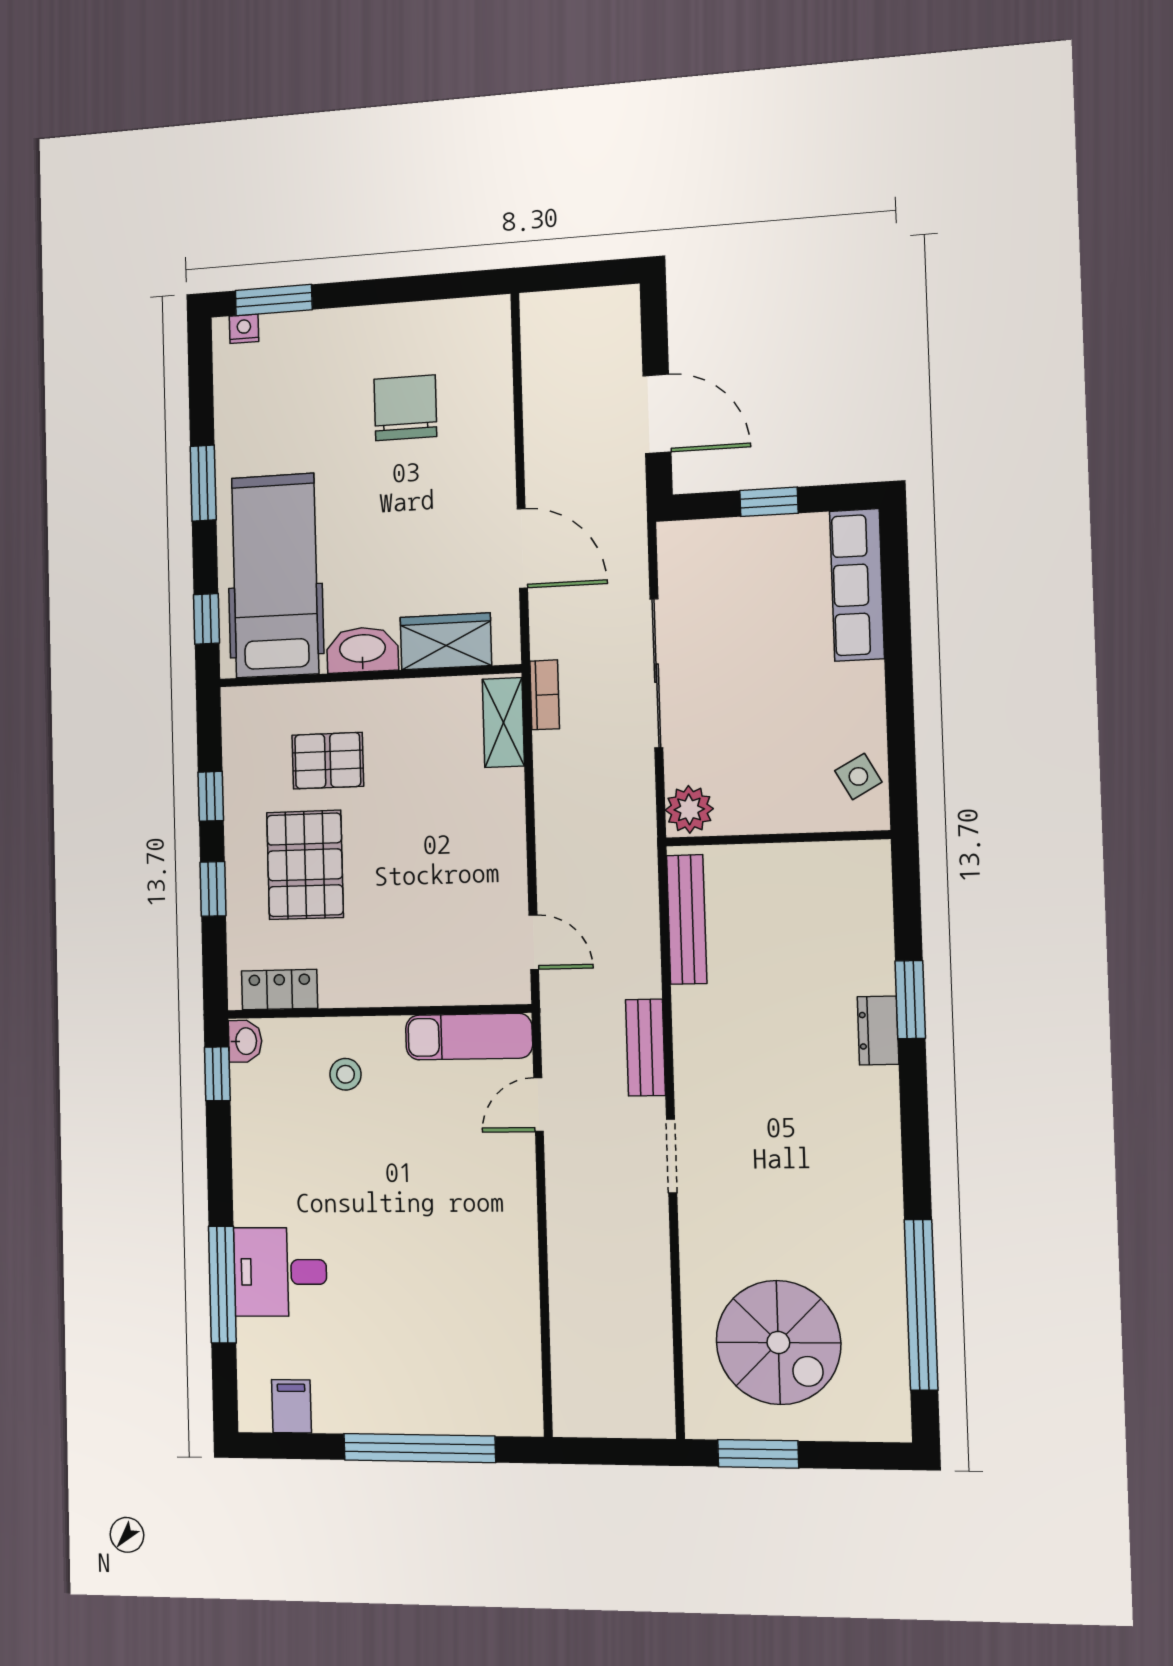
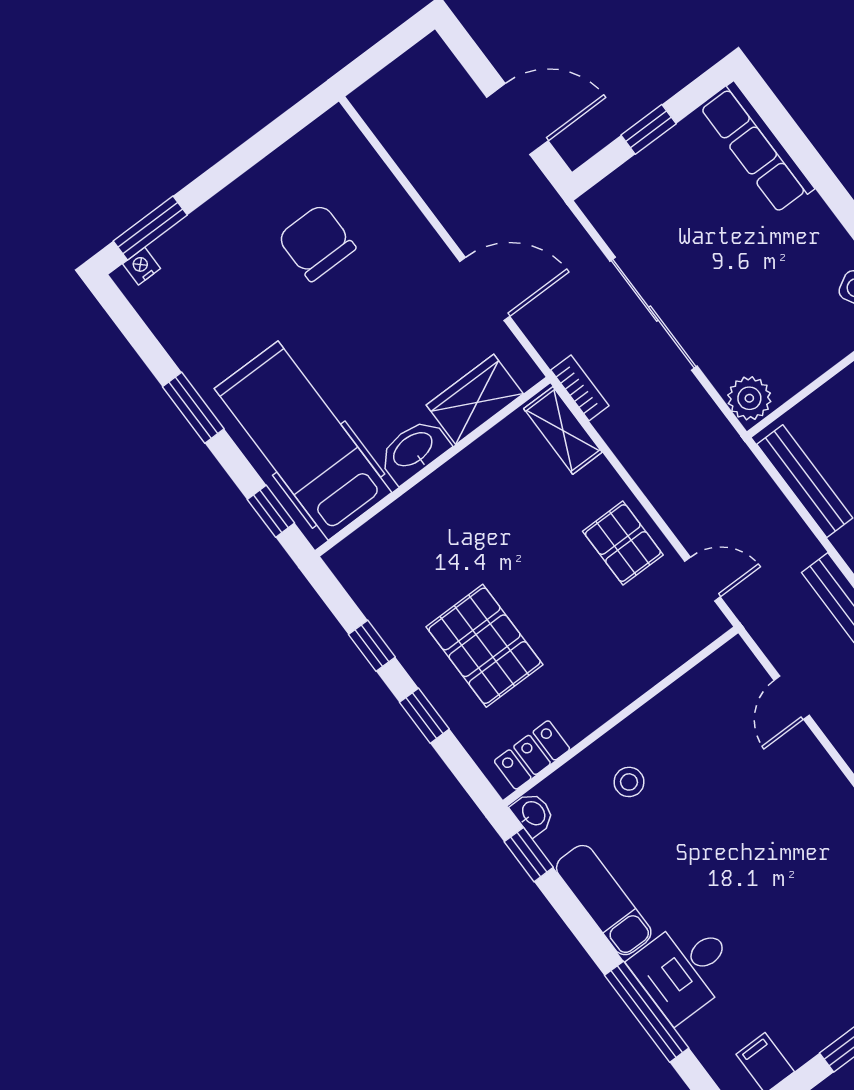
pallet: (328, 761) -> (623, 543), moved, turned 90
exam couch: (469, 1037) -> (604, 900), moved, turned -90

